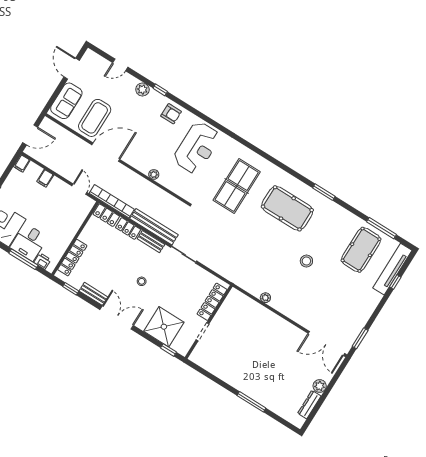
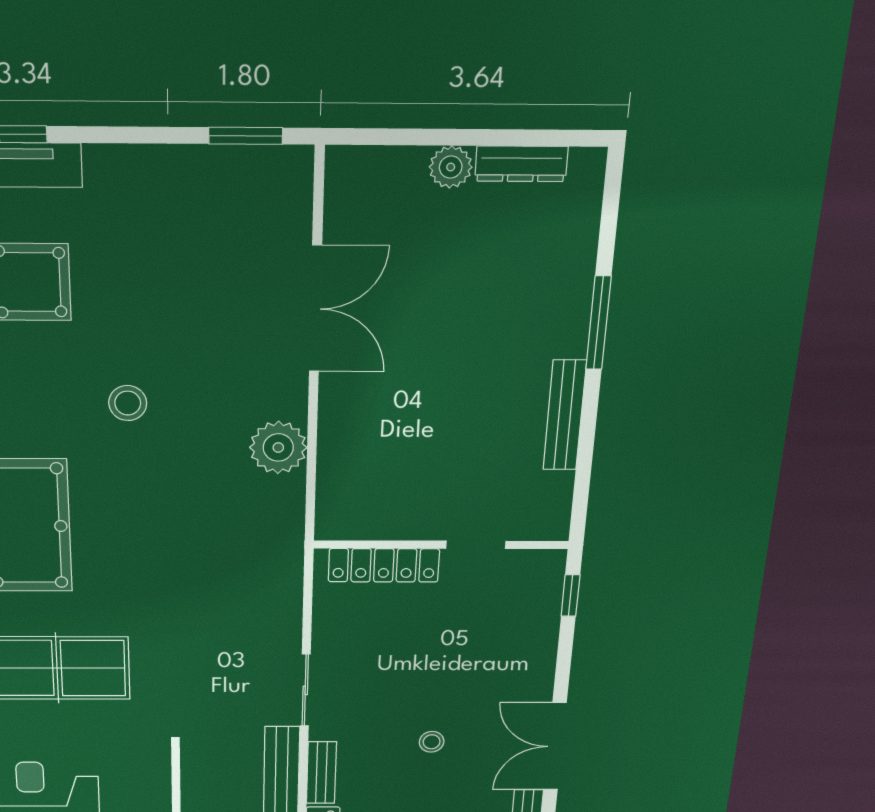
plant: (265, 298) -> (278, 448), width x1.87, depth x1.87
shower: (164, 327) -> (516, 637), removed
double door: (326, 343) -> (315, 309), moved
bench: (229, 378) -> (565, 415), added

